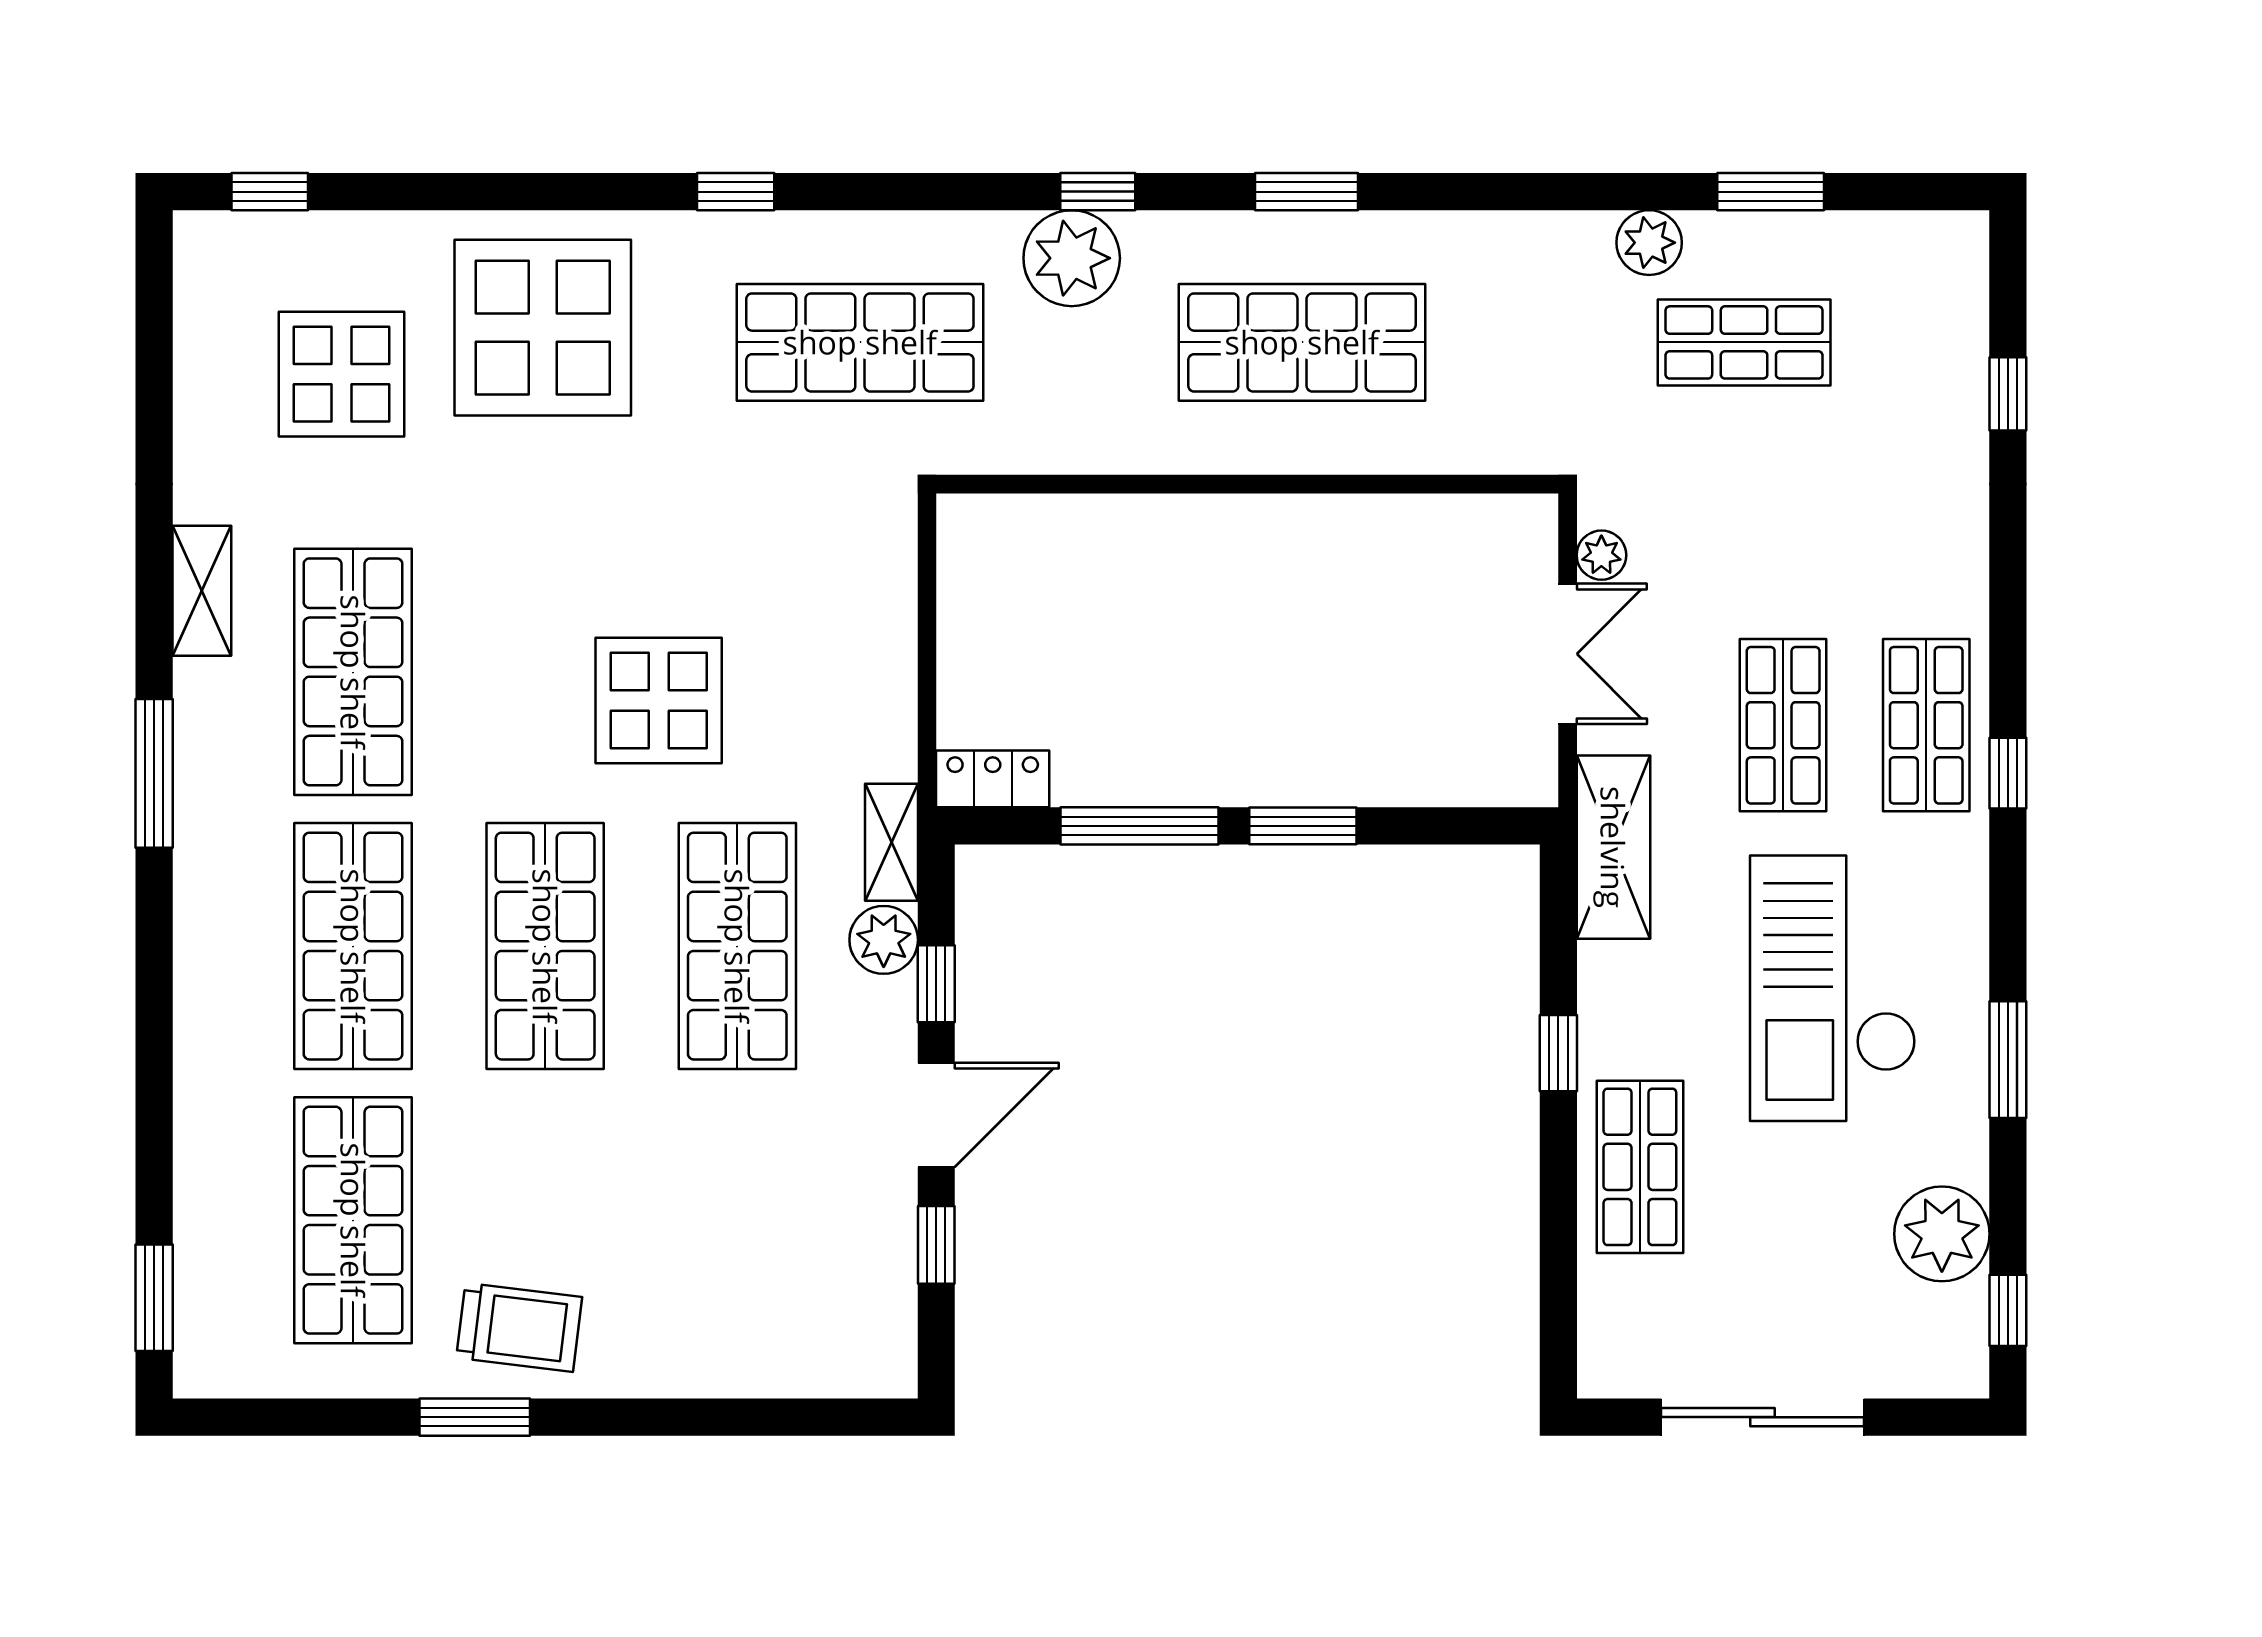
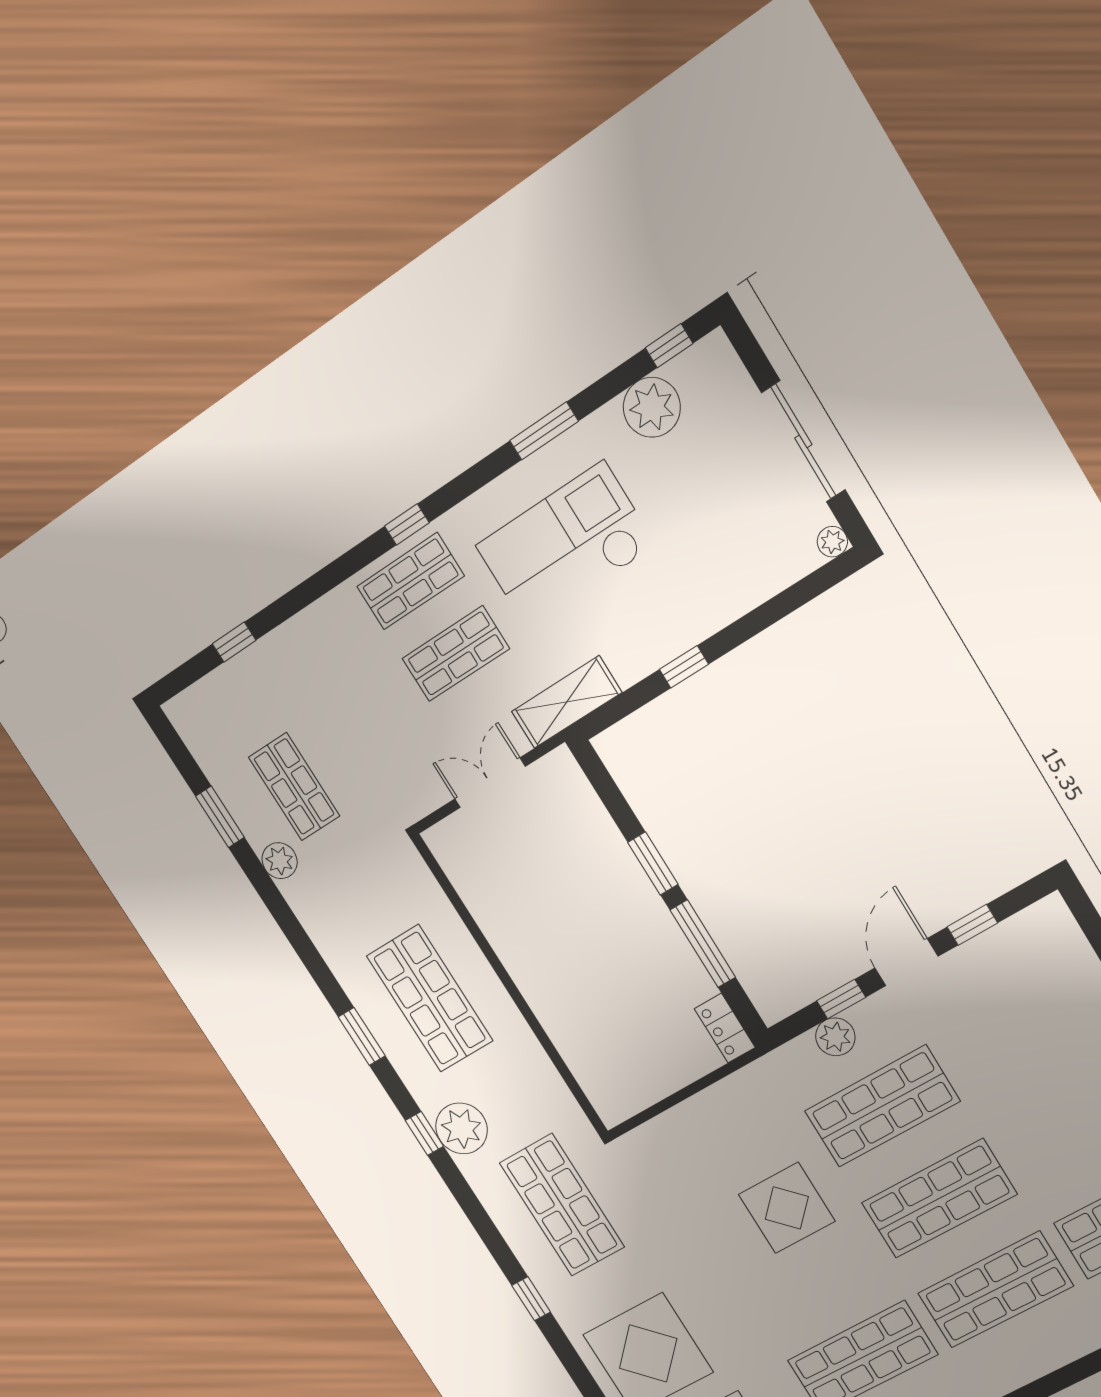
plant: (1601, 555) -> (832, 542), moved
shelving: (891, 842) -> (786, 1060), removed
checkout: (1833, 988) -> (565, 546), turned 180
door: (936, 1115) -> (906, 962), hinge flipped
shop shelf: (1640, 1167) -> (715, 589), removed

